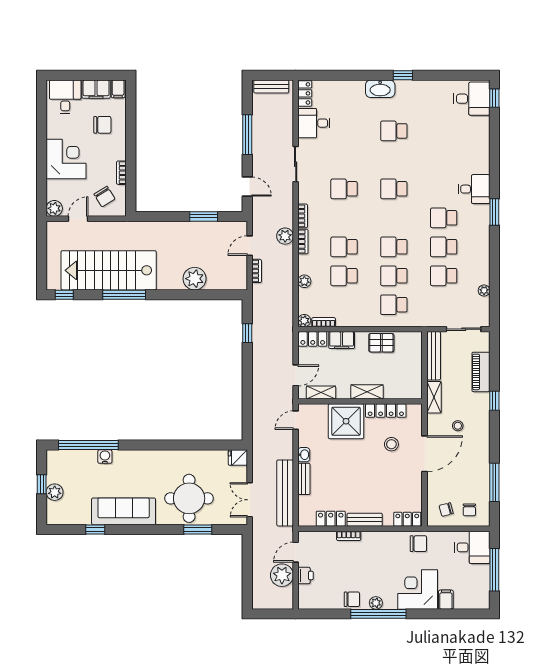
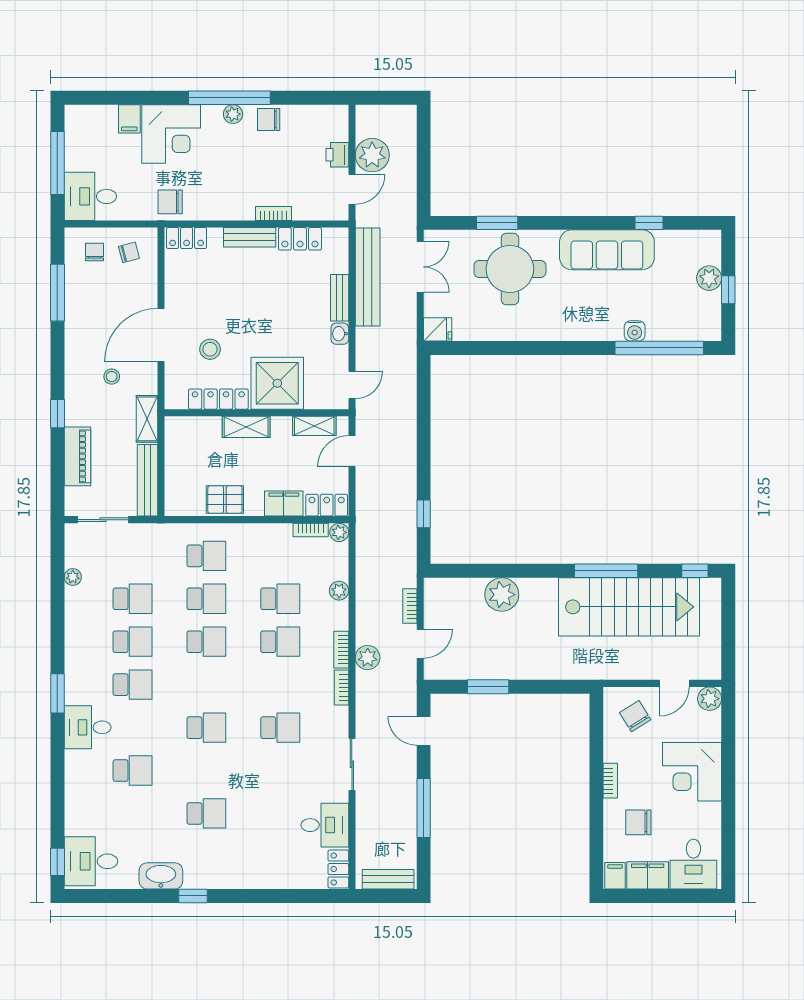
washbasin: (380, 89) -> (161, 876), moved
school desk: (444, 160) -> (133, 771), added
bookcase: (121, 173) -> (610, 781), moved

